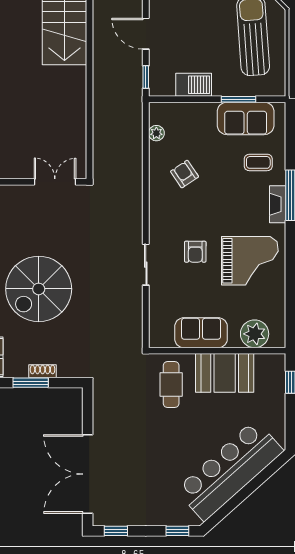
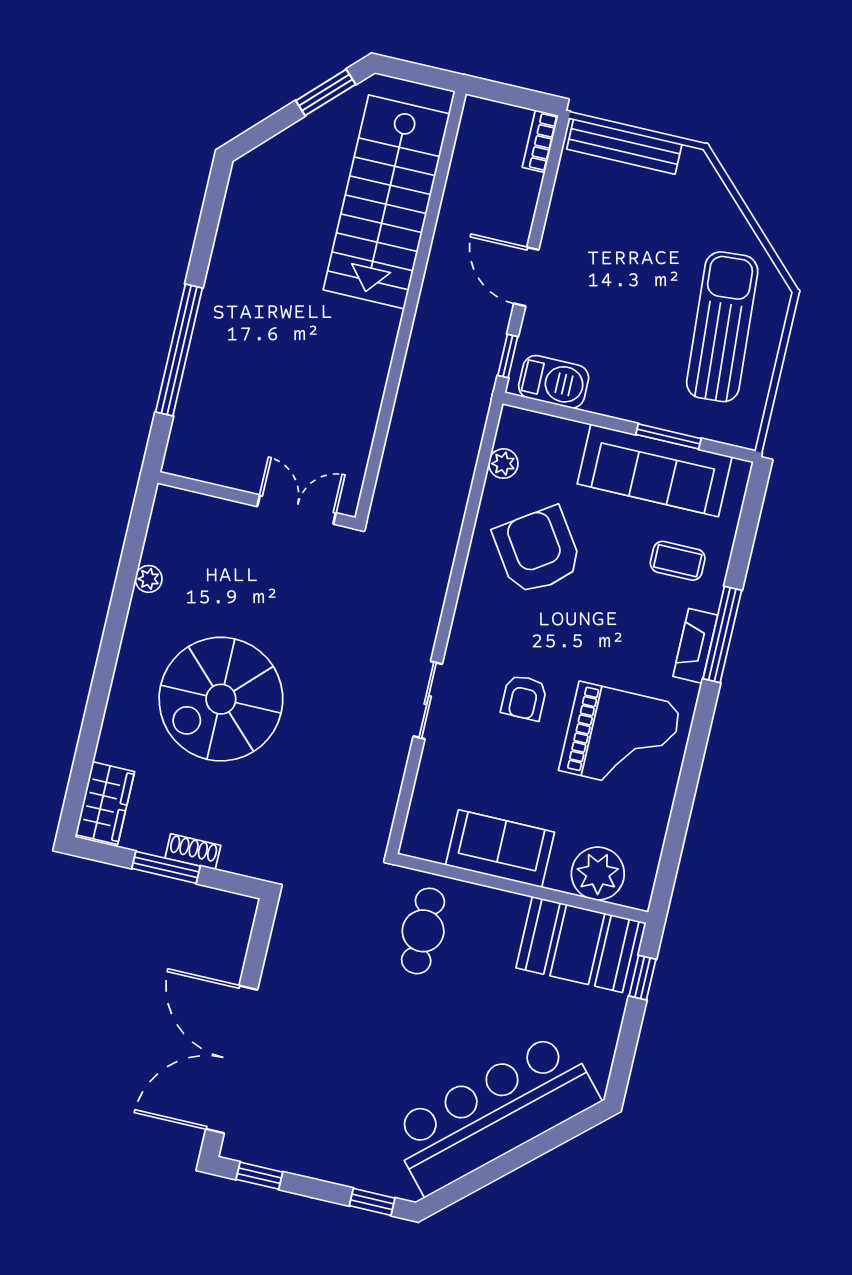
barbecue: (194, 85) -> (554, 382), moved
sofa: (246, 118) -> (655, 470), width x1.36
armchair: (185, 174) -> (538, 551), width x1.88, depth x1.88
booth: (225, 373) -> (577, 945), moved

